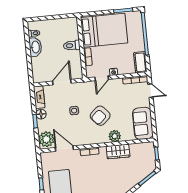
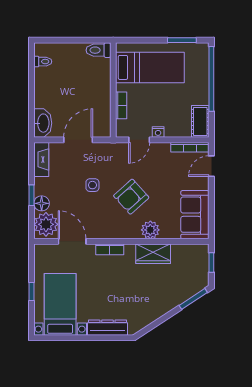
bed: (104, 30) -> (150, 67), width x0.67
toilet: (72, 46) -> (99, 50), moved
washbasin: (35, 47) -> (43, 123), moved
door: (150, 91) -> (211, 166), swing flipped
floor lamp: (41, 114) -> (42, 203), moved

